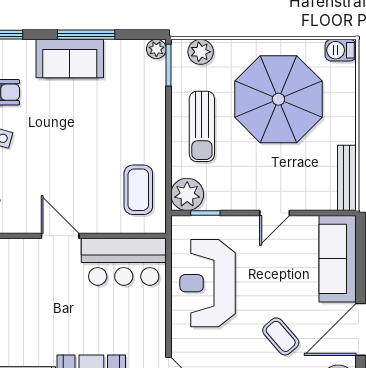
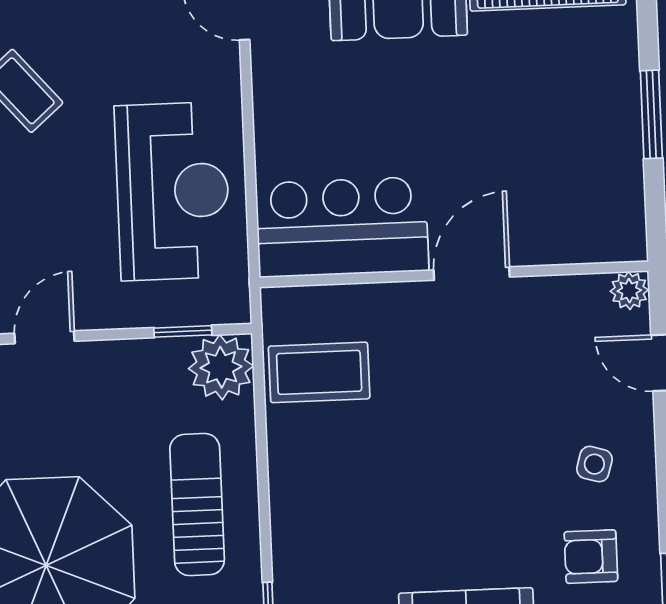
coffee table: (138, 190) -> (319, 372), turned 90
door: (60, 236) -> (472, 273), swing flipped

